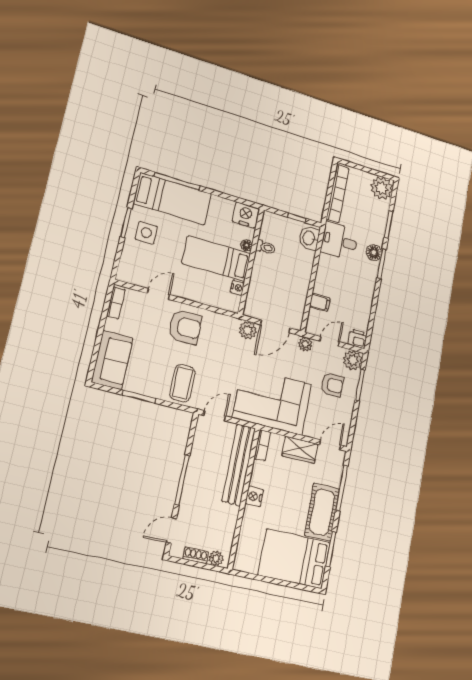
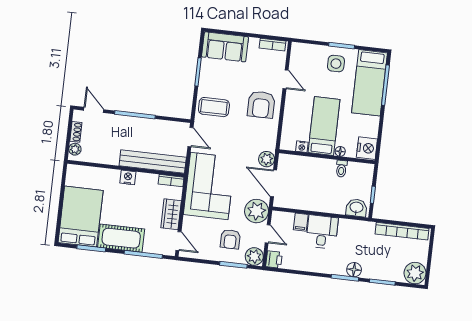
desk: (339, 241) -> (322, 232), moved
plant: (305, 344) -> (257, 211), width x1.88, depth x1.88

